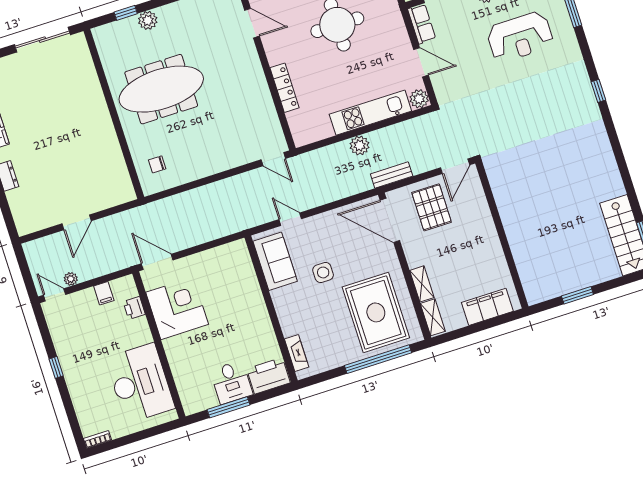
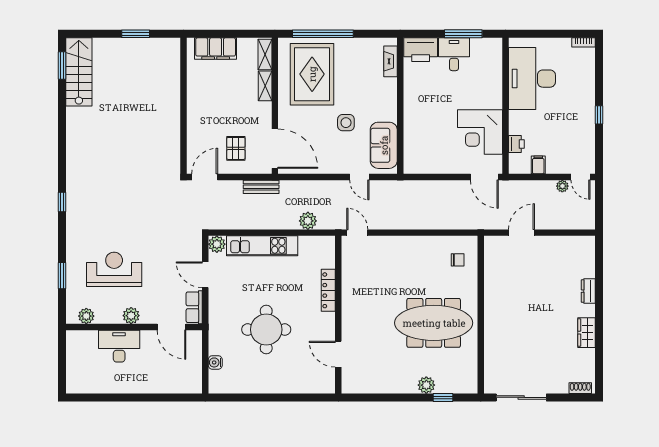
plant: (360, 145) -> (308, 221), moved
pallet: (432, 207) -> (236, 148), width x0.67, depth x0.71
door: (77, 222) -> (522, 233), moved

